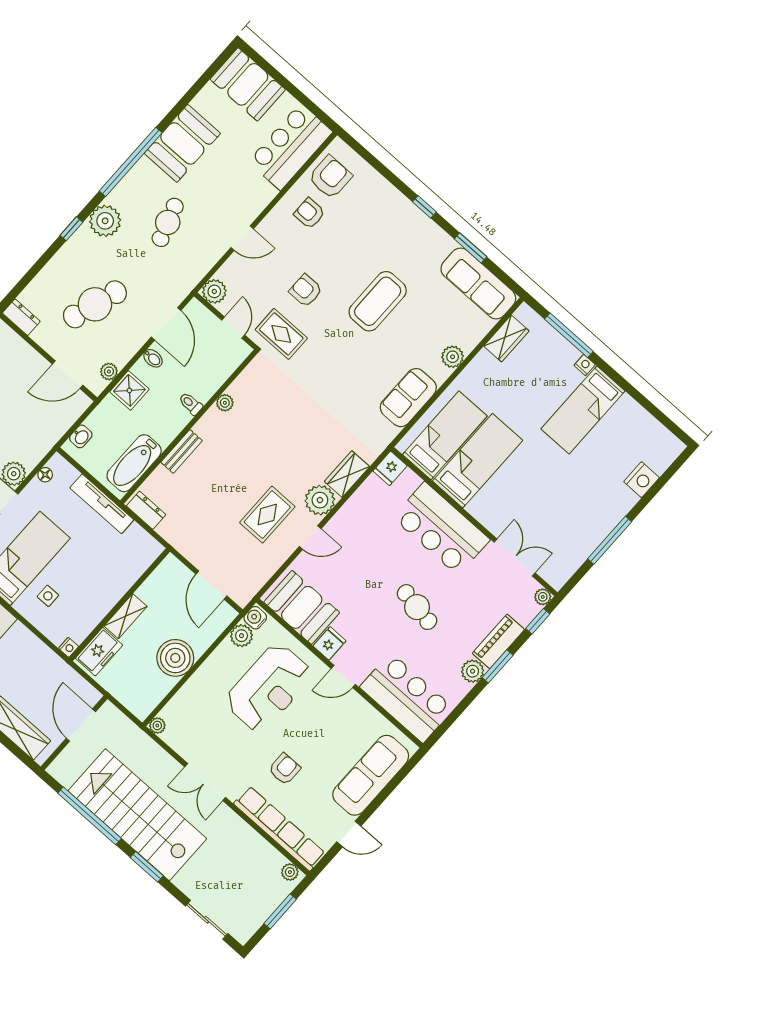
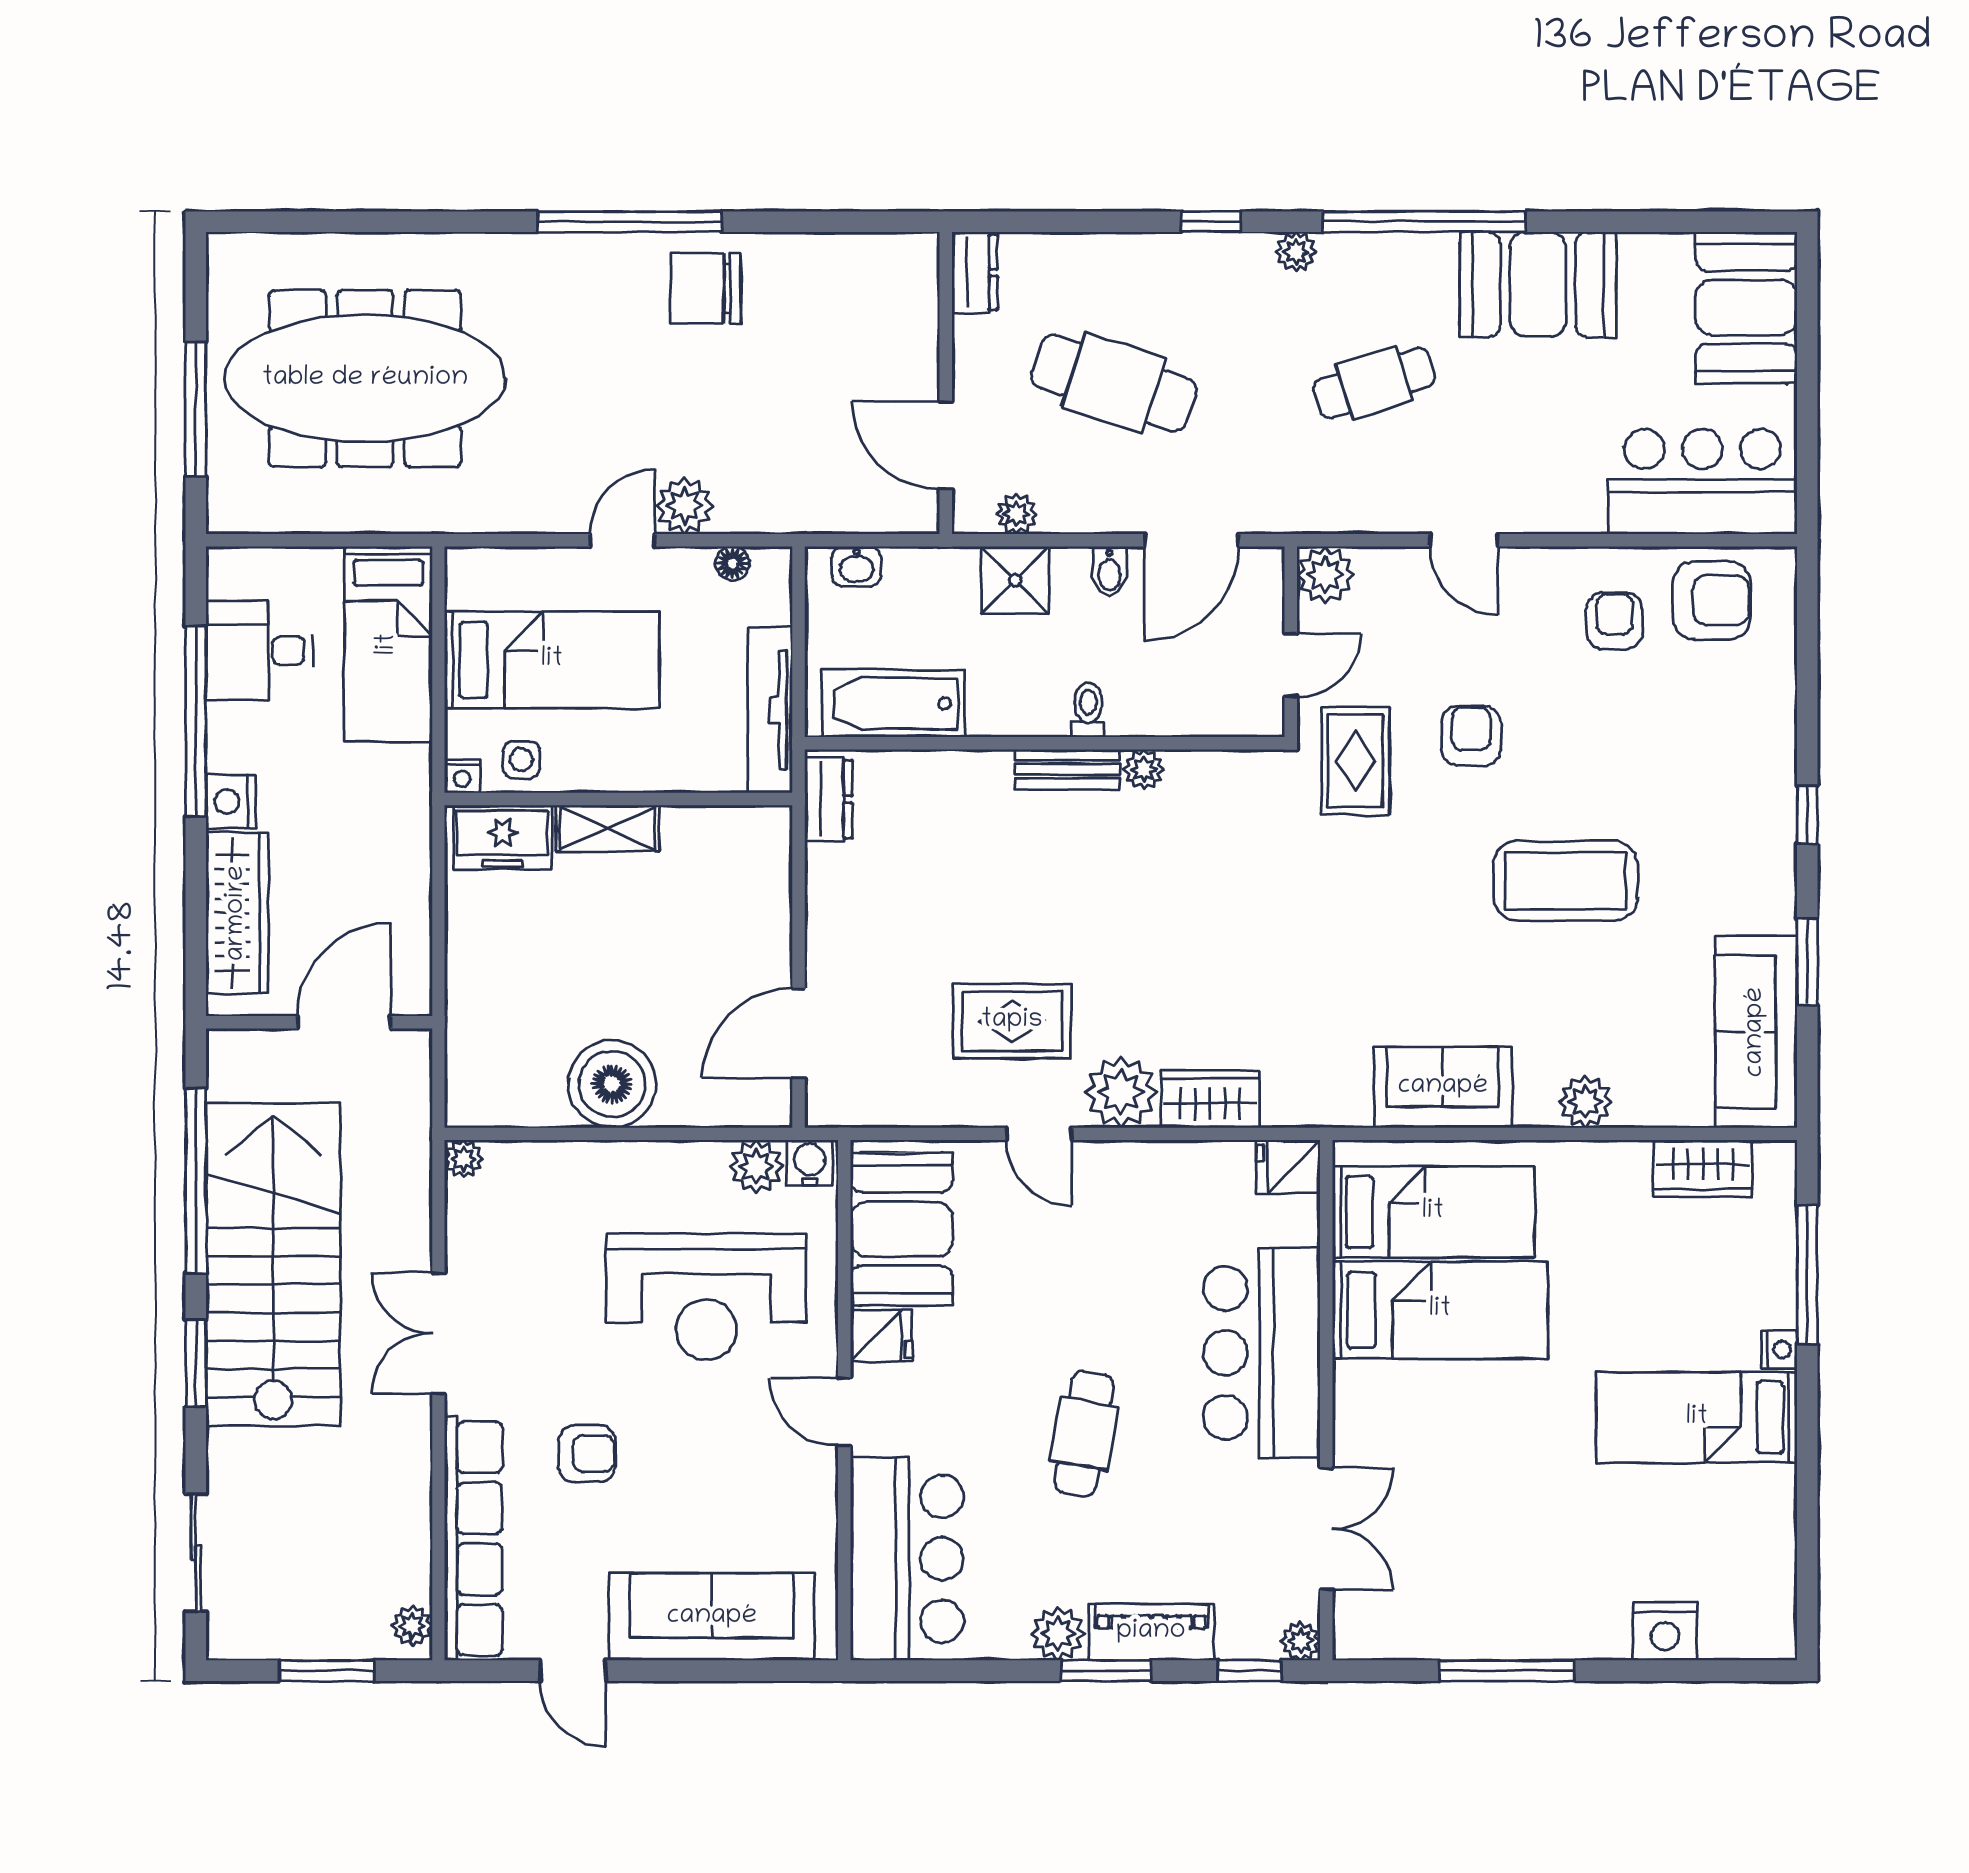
plant: (105, 221) -> (1296, 252), width x0.53, depth x0.53
bench: (182, 451) -> (1067, 769), moved
wall: (119, 605) -> (618, 799), moved
shelving: (126, 616) -> (608, 828), moved
nightstand: (69, 647) -> (462, 776), moved
freezer: (99, 652) -> (503, 837), moved

